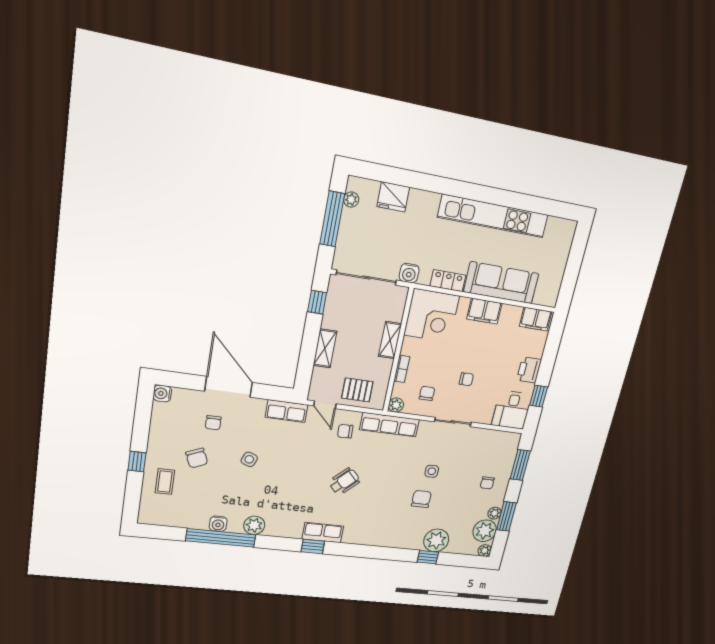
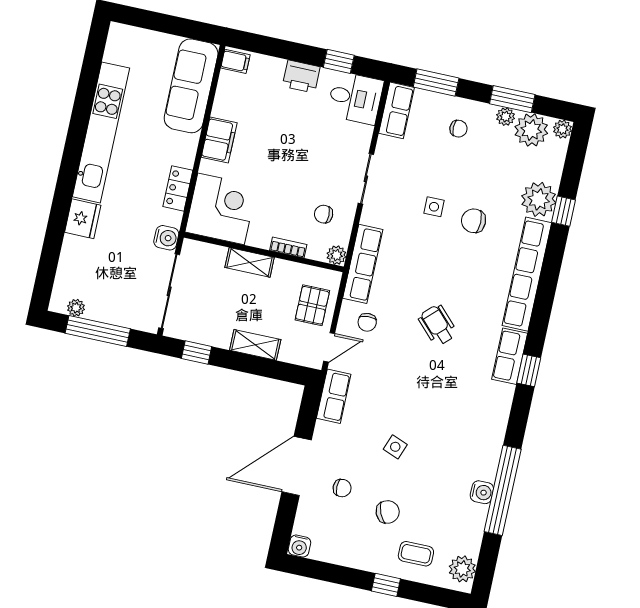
fridge: (393, 197) -> (83, 219), moved
sofa: (501, 283) -> (191, 86), moved
filing cabinet: (536, 319) -> (235, 61), width x0.50
chair: (466, 379) -> (308, 162), removed
row of seats: (502, 440) -> (397, 110), added
plant: (254, 525) -> (462, 569), moved
row of seats: (383, 538) -> (527, 274), added

